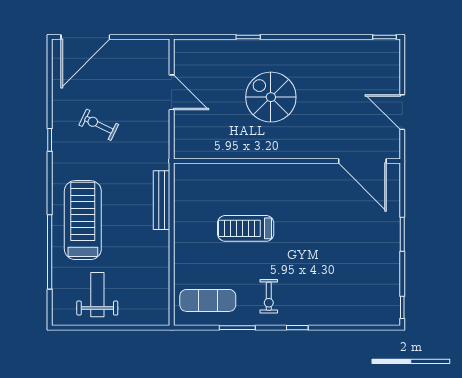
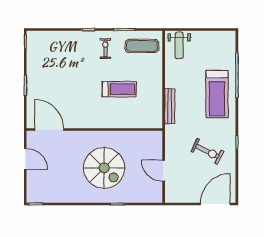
spiral stairs: (271, 97) -> (104, 168), width x1.37, depth x1.37
exercise bike: (99, 125) -> (207, 151), width x1.38, depth x1.39
weight bench: (97, 295) -> (179, 45), moved

